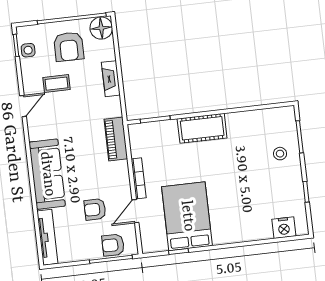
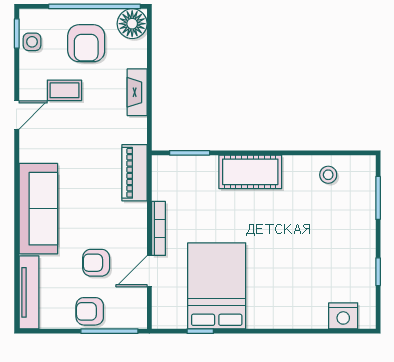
stool: (280, 154) -> (328, 175), moved
armchair: (113, 245) -> (90, 311), moved

